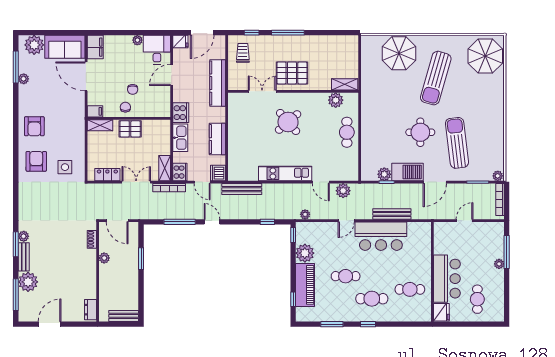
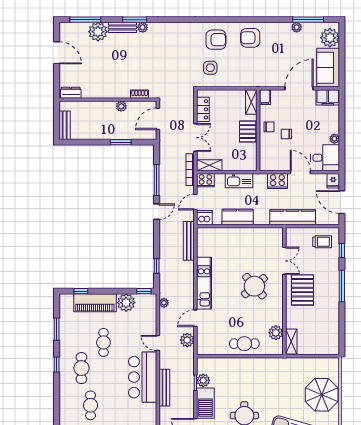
cooker: (181, 113) -> (277, 181), moved

